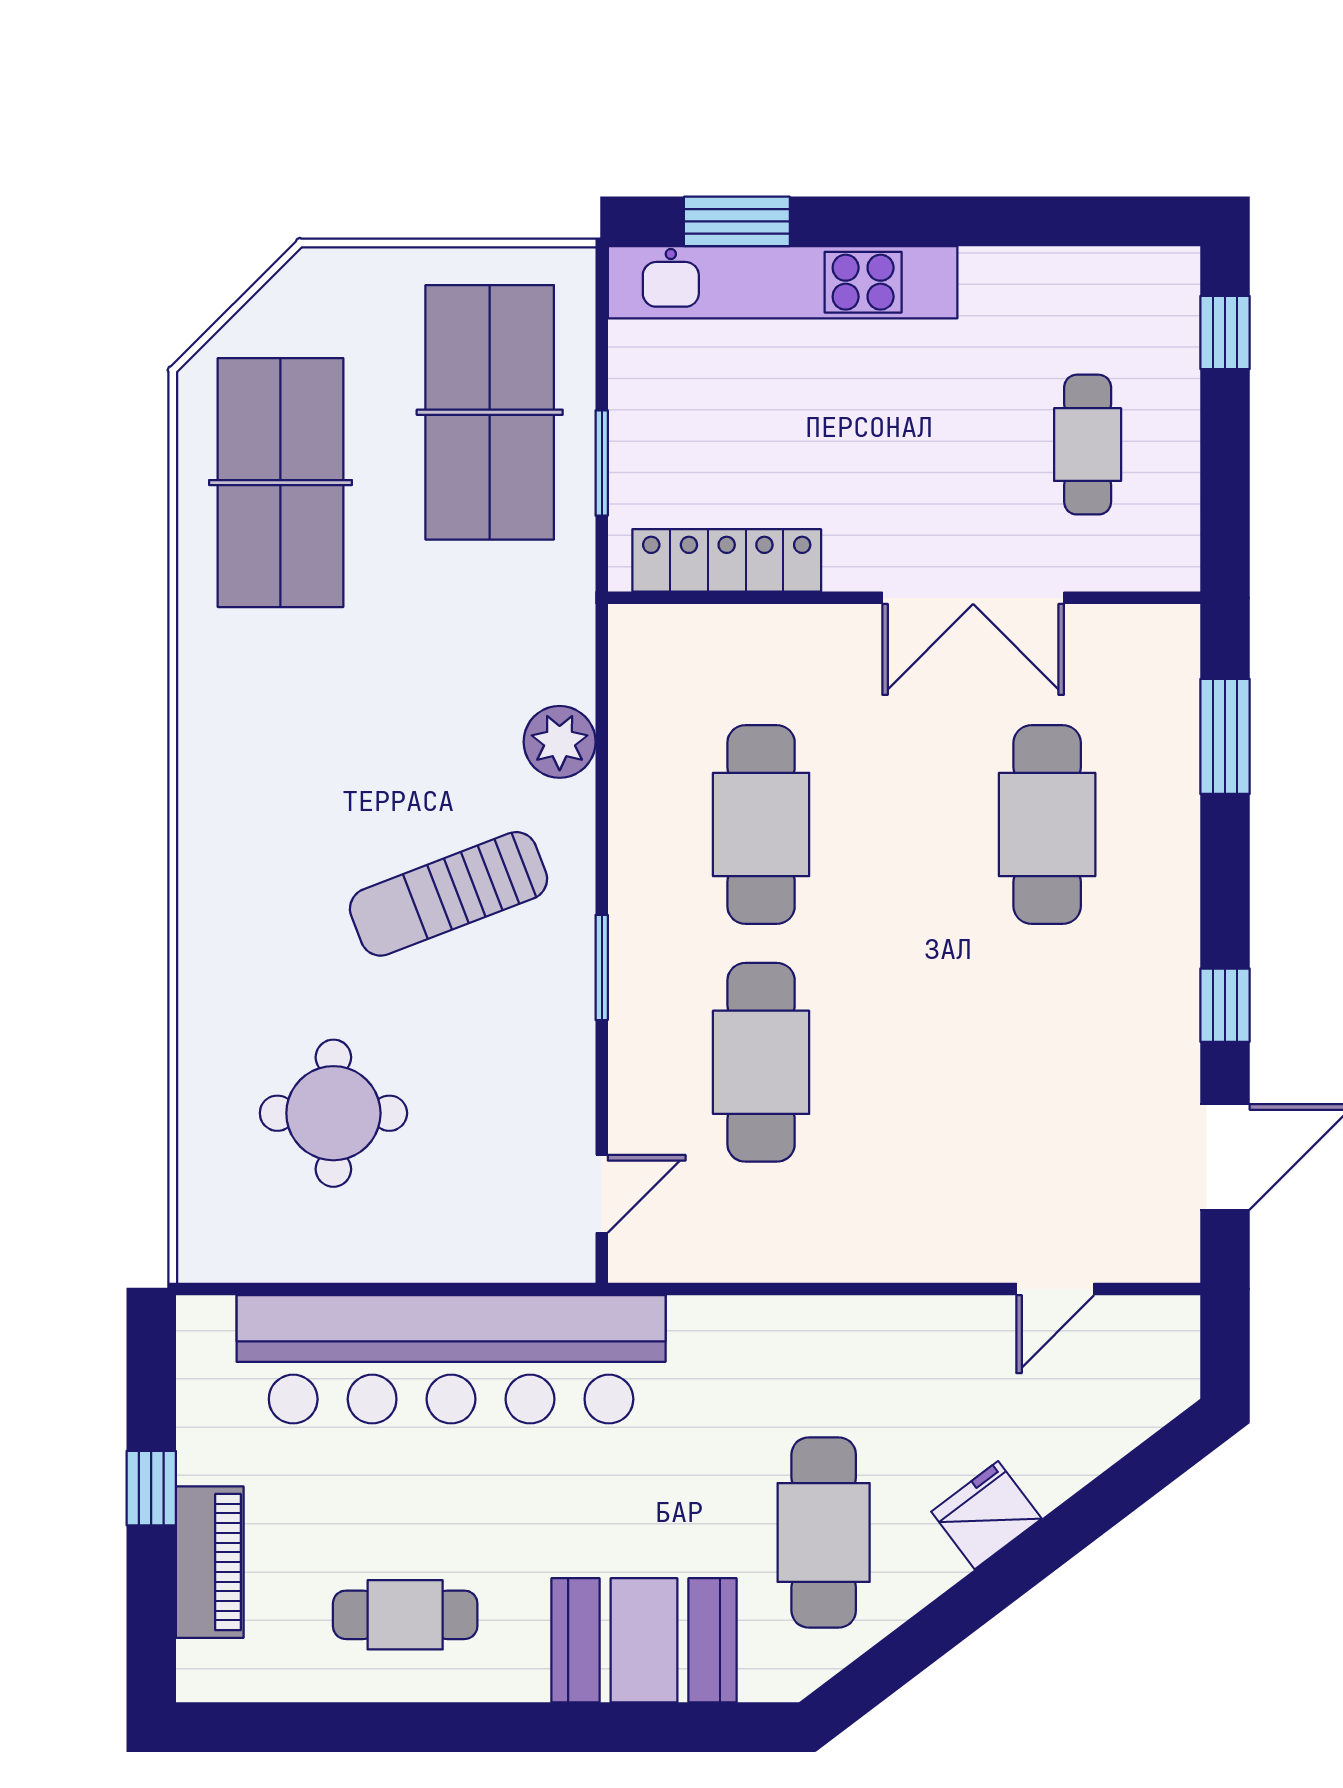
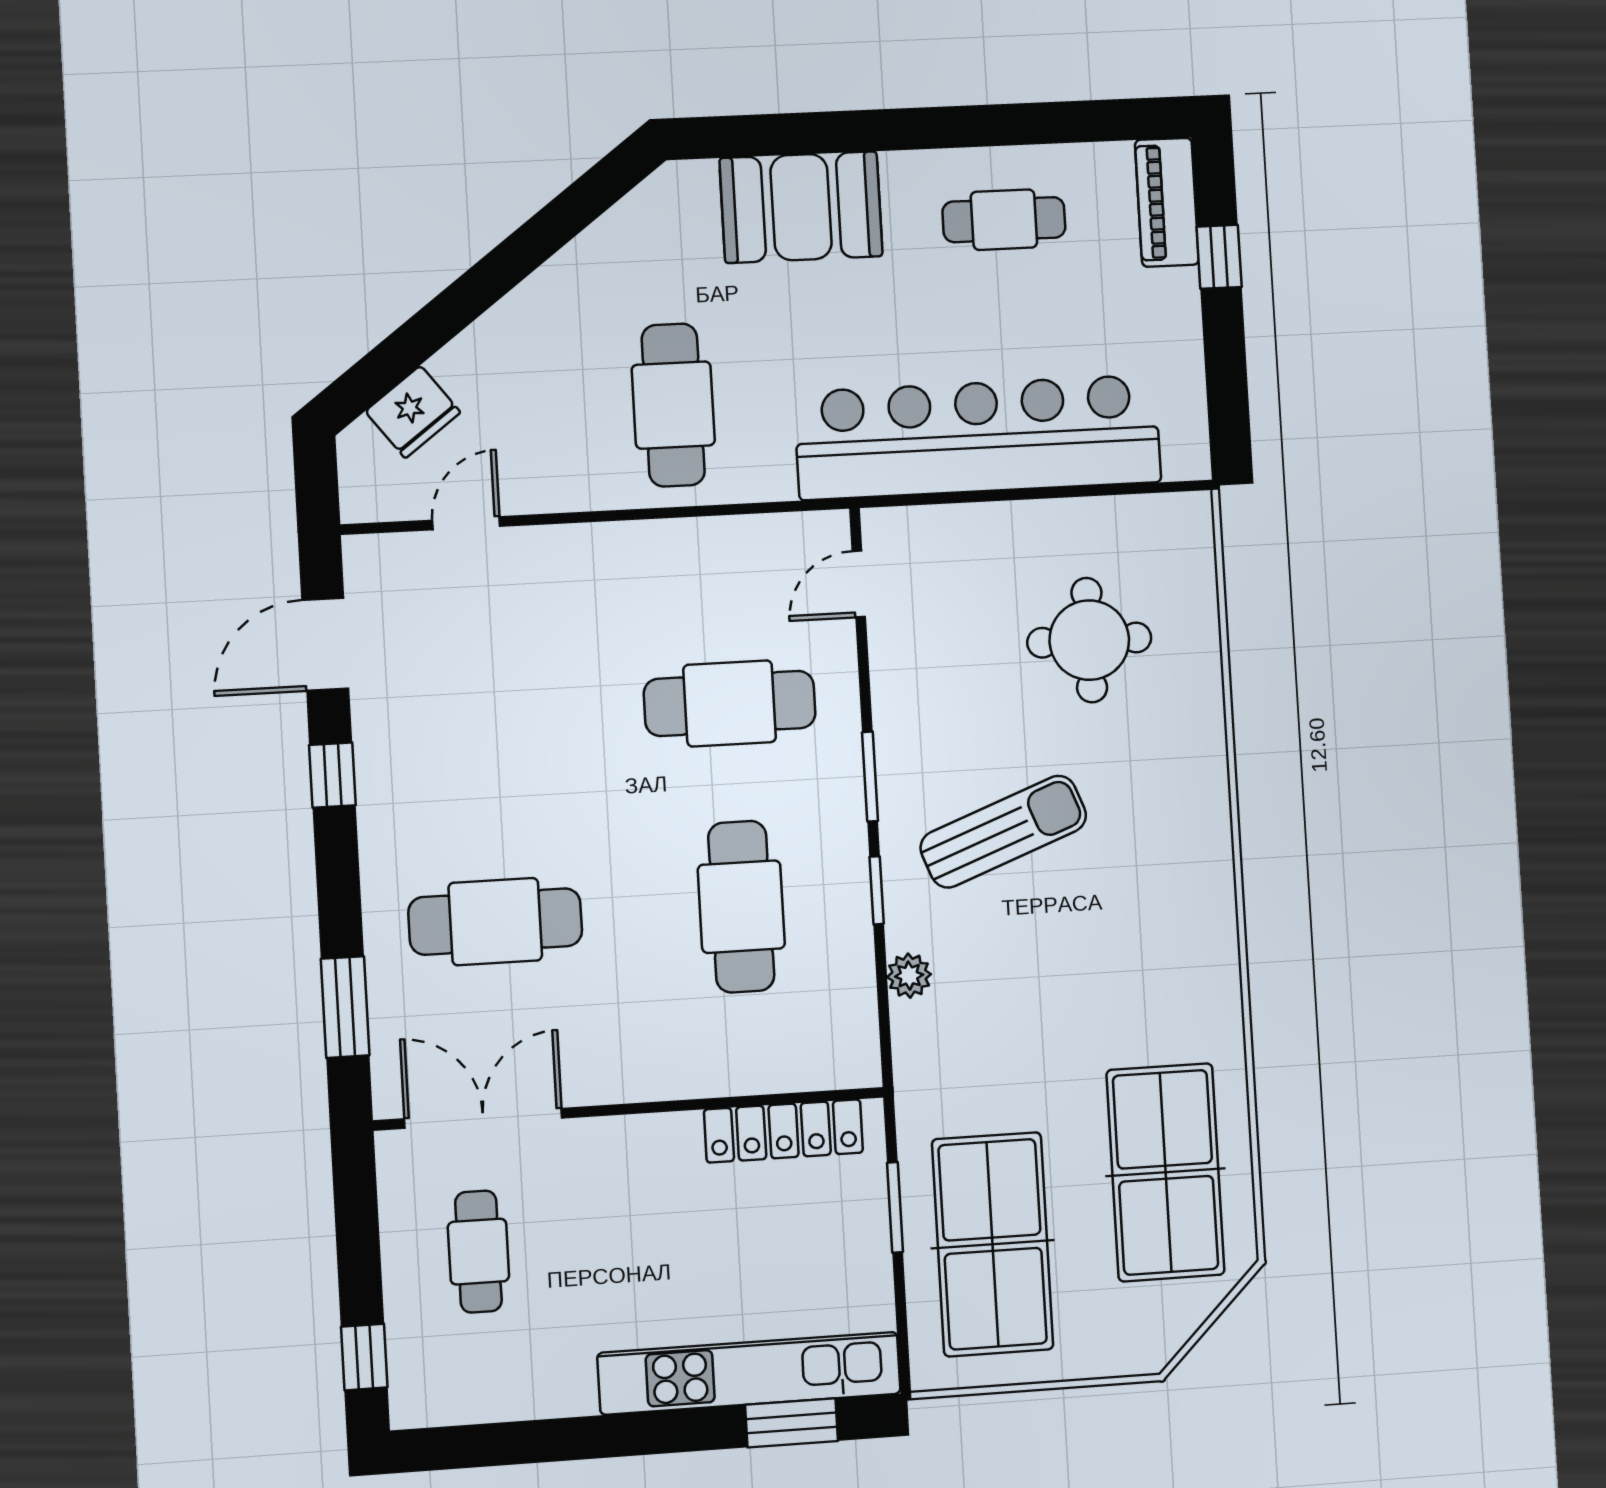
double door: (973, 598) -> (483, 1118), moved
plant: (560, 742) -> (909, 976), width x0.73, depth x0.73
cafe table: (1047, 824) -> (495, 922), turned 90
window: (602, 834) -> (877, 890), added
cafe table: (761, 1062) -> (730, 703), turned 90
window: (151, 1488) -> (1219, 257), moved
fridge: (986, 1515) -> (413, 412), moved
cafe table: (824, 1532) -> (673, 405), moved
piano: (210, 1562) -> (1167, 202), moved

